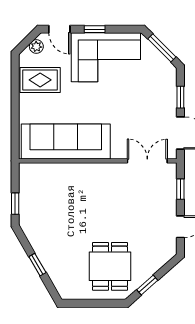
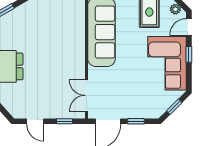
window: (162, 48) -> (174, 107), width x0.67
double door: (147, 161) -> (86, 95), swing flipped

